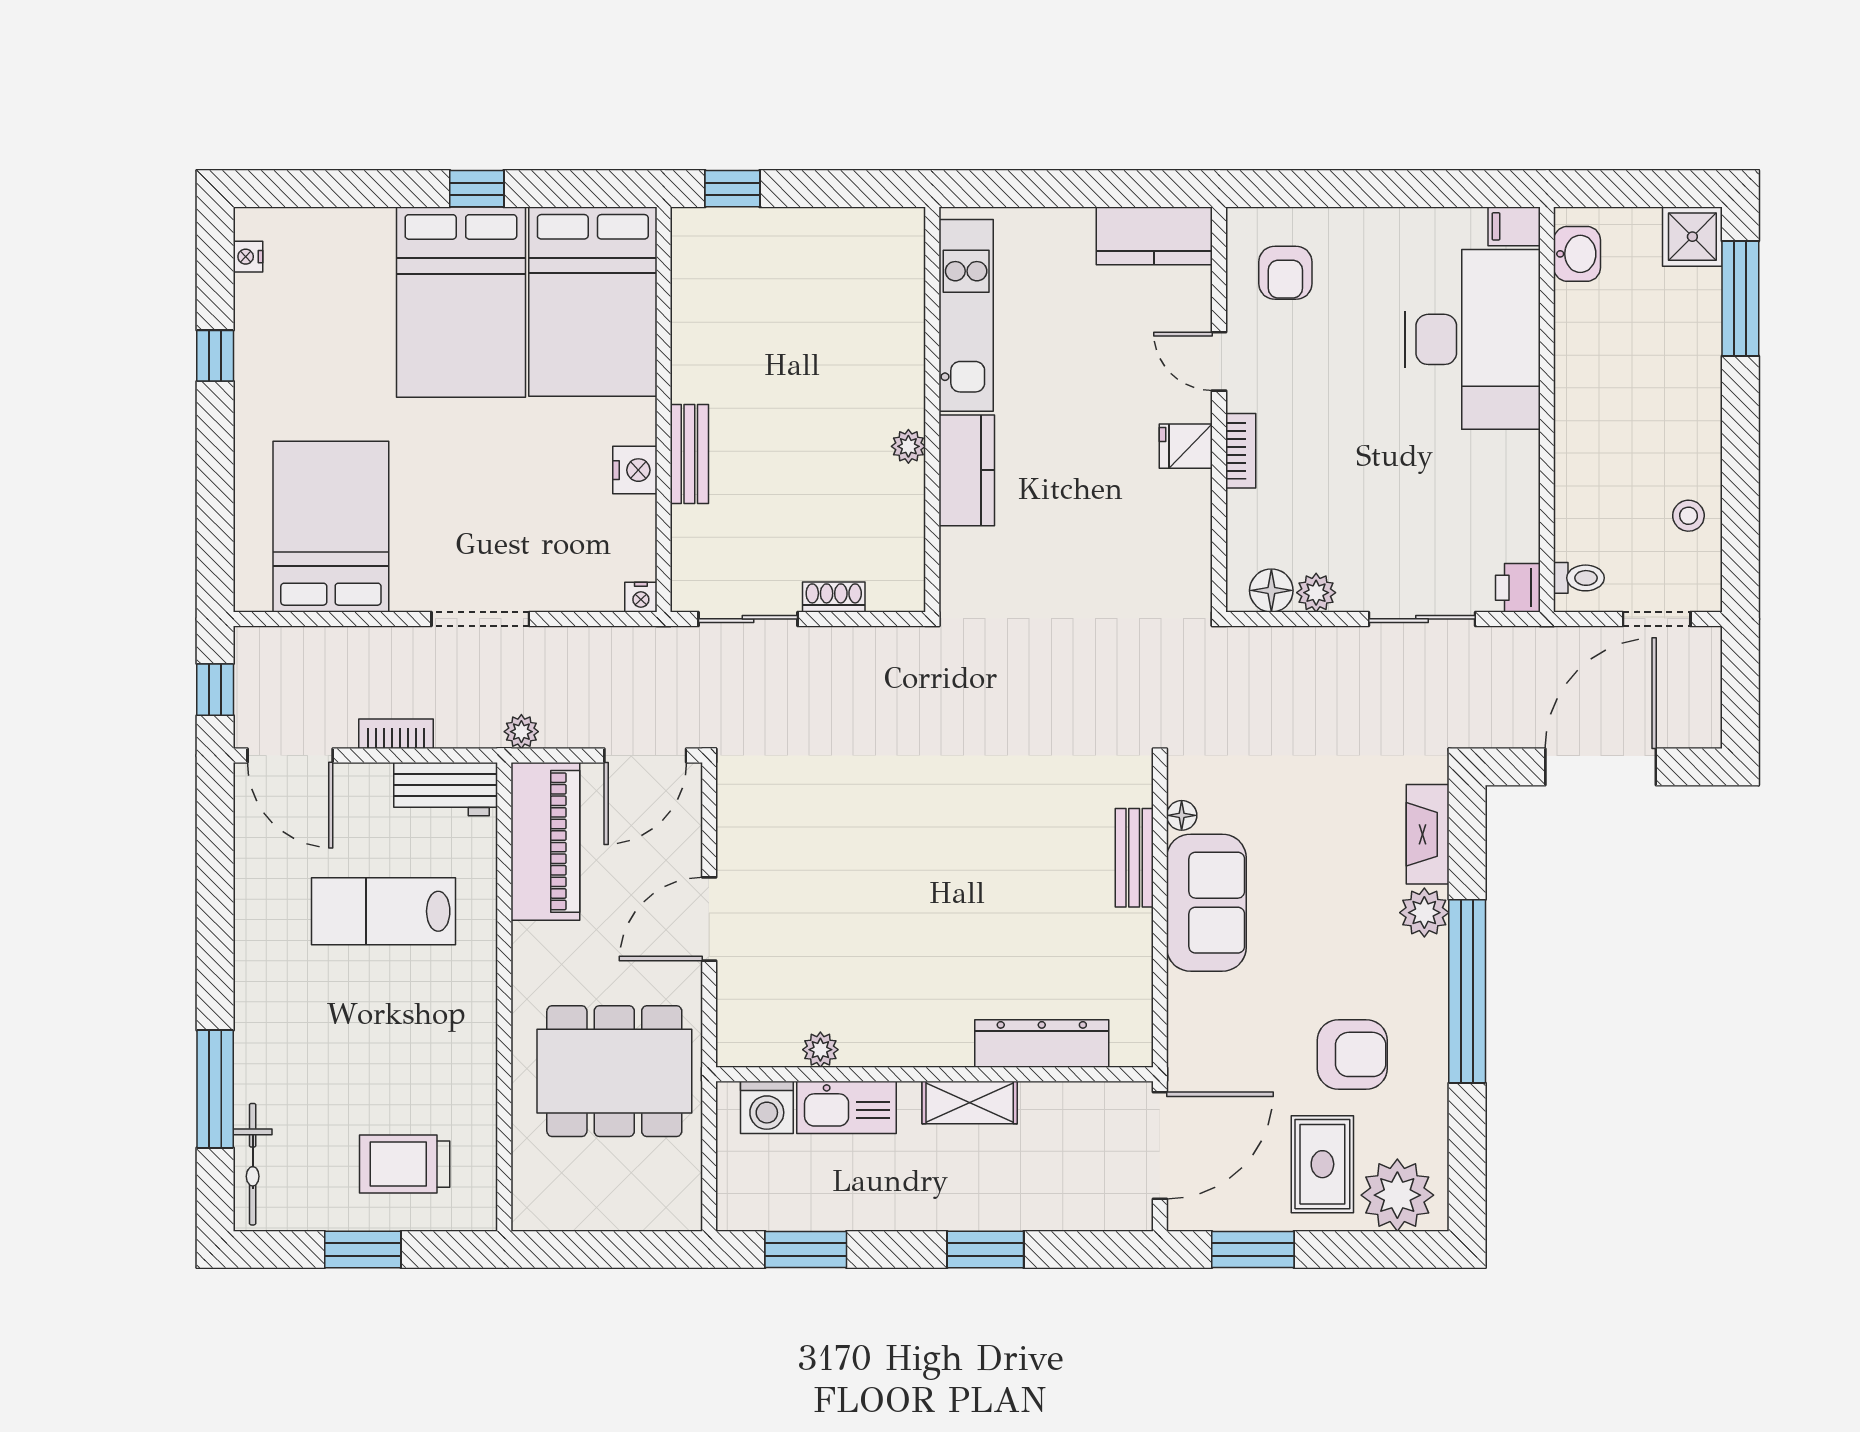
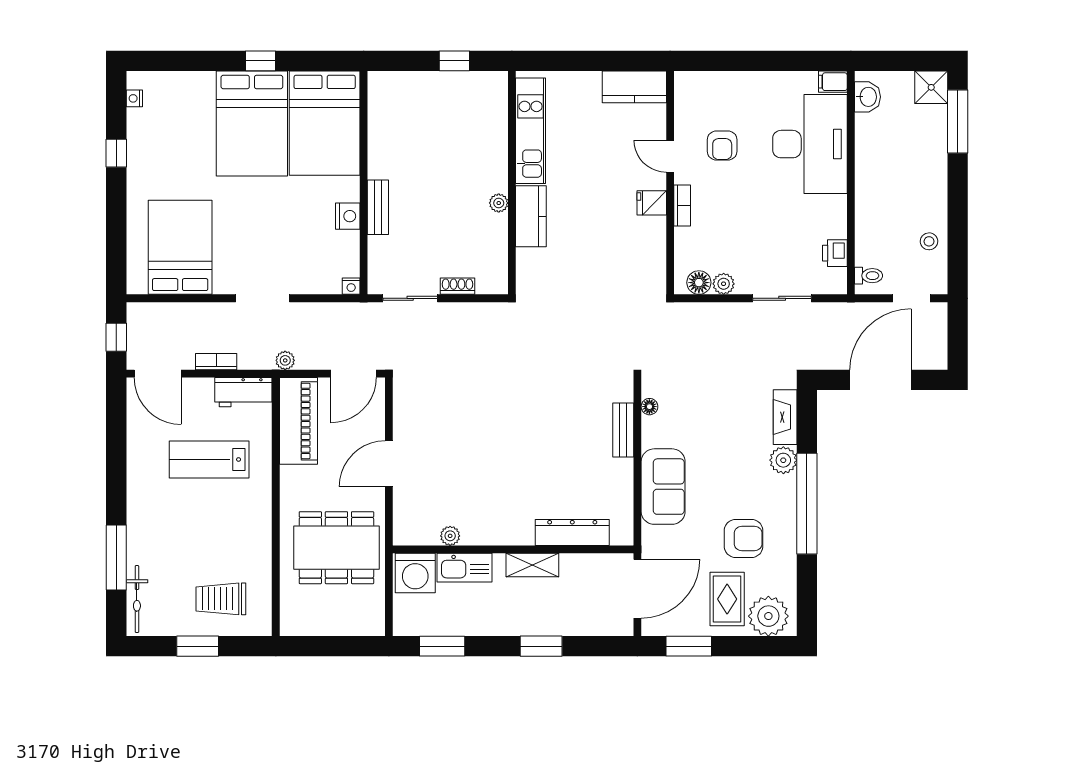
window: (732, 189) -> (454, 61), moved
armchair: (1285, 273) -> (722, 146), moved
printer: (1518, 588) -> (835, 253), moved
sofa: (1206, 903) -> (663, 487), moved
washing machine: (767, 1107) -> (415, 573), width x1.37, depth x1.37

